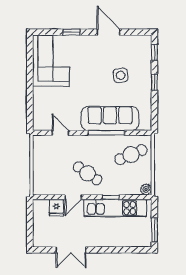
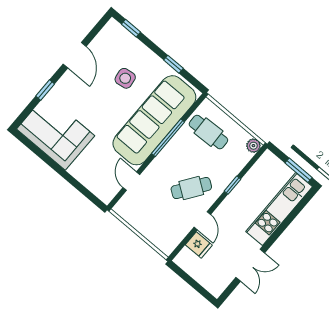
door: (108, 32) -> (75, 55), swing flipped
window: (154, 82) -> (173, 64), moved
sofa: (110, 119) -> (154, 120), width x1.36, depth x1.27
door: (60, 133) -> (131, 181), hinge flipped
cafe table: (131, 155) -> (208, 132), turned -69
kitchen unit: (115, 208) -> (279, 209), moved, turned 180

